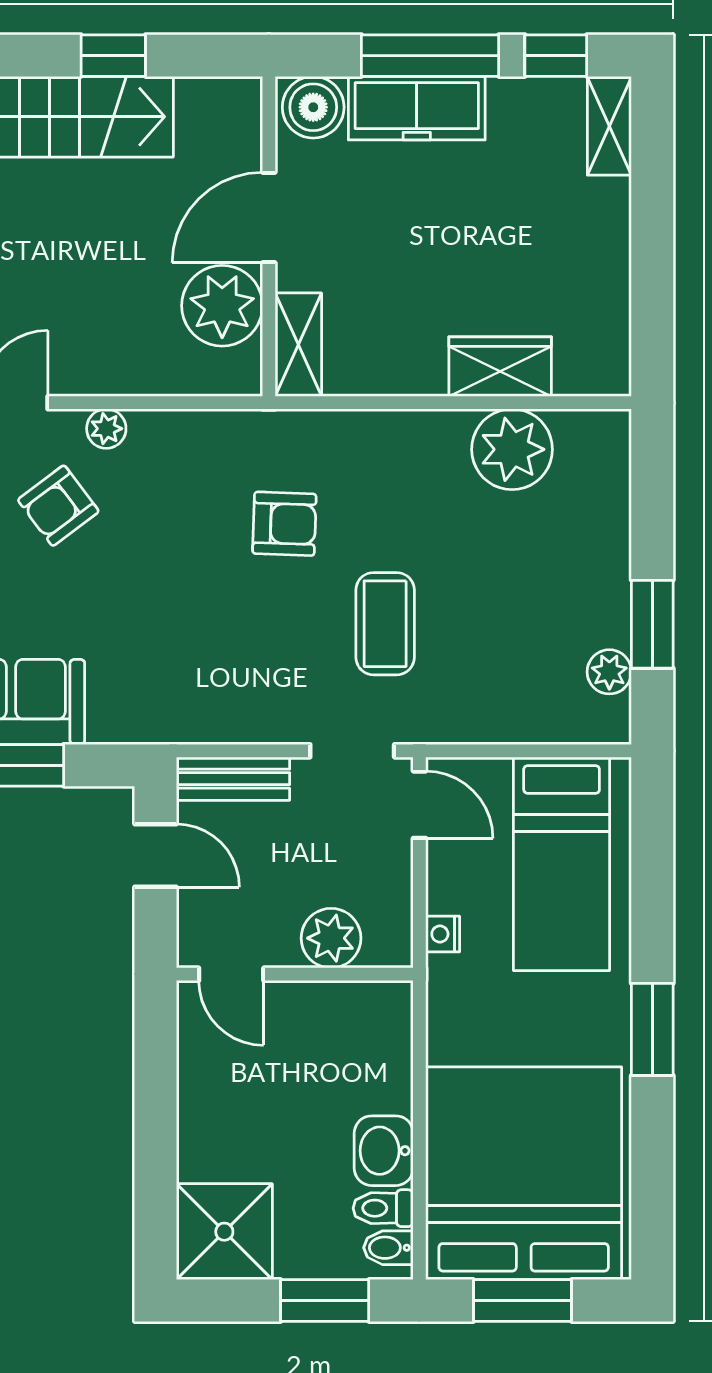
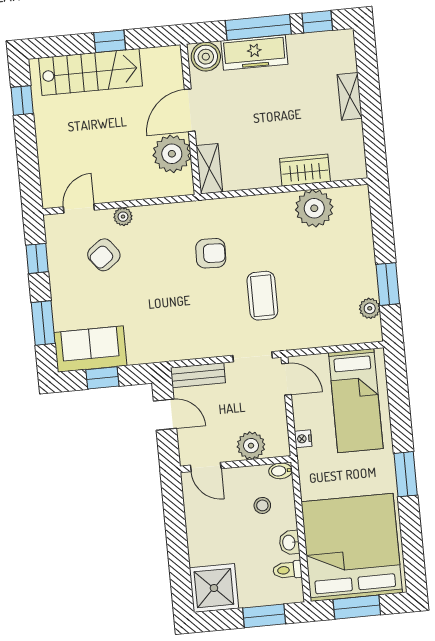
shelving: (609, 126) -> (350, 96), moved
stool: (343, 1067) -> (262, 505), added
washbasin: (384, 1151) -> (289, 543), width x0.72, depth x0.69
bidet: (388, 1248) -> (280, 471), moved

